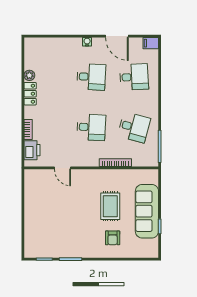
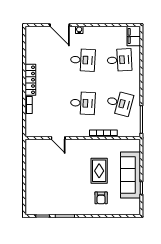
door: (117, 36) -> (60, 25), moved
filing cabinet: (151, 43) -> (134, 36), width x2.00
plant: (29, 75) -> (30, 59), removed
locker: (30, 94) -> (30, 80), width x1.53
printer: (32, 150) -> (32, 123), removed

